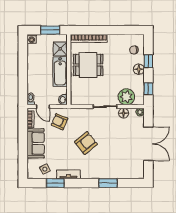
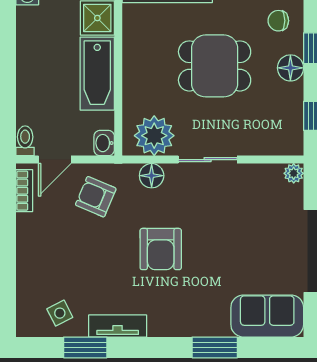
dining table: (88, 65) -> (215, 66), moved
plant: (126, 97) -> (154, 136), moved
door: (43, 107) -> (55, 160), hinge flipped
floor lamp: (124, 113) -> (152, 176), moved
sofa: (36, 143) -> (267, 316), moved, turned -90
armchair: (86, 143) -> (161, 249), turned 129

